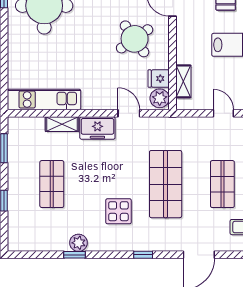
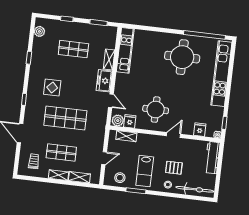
round table: (135, 39) -> (156, 110), turned 35
door: (129, 113) -> (111, 101), hinge flipped
plant: (78, 243) -> (39, 31), moved

